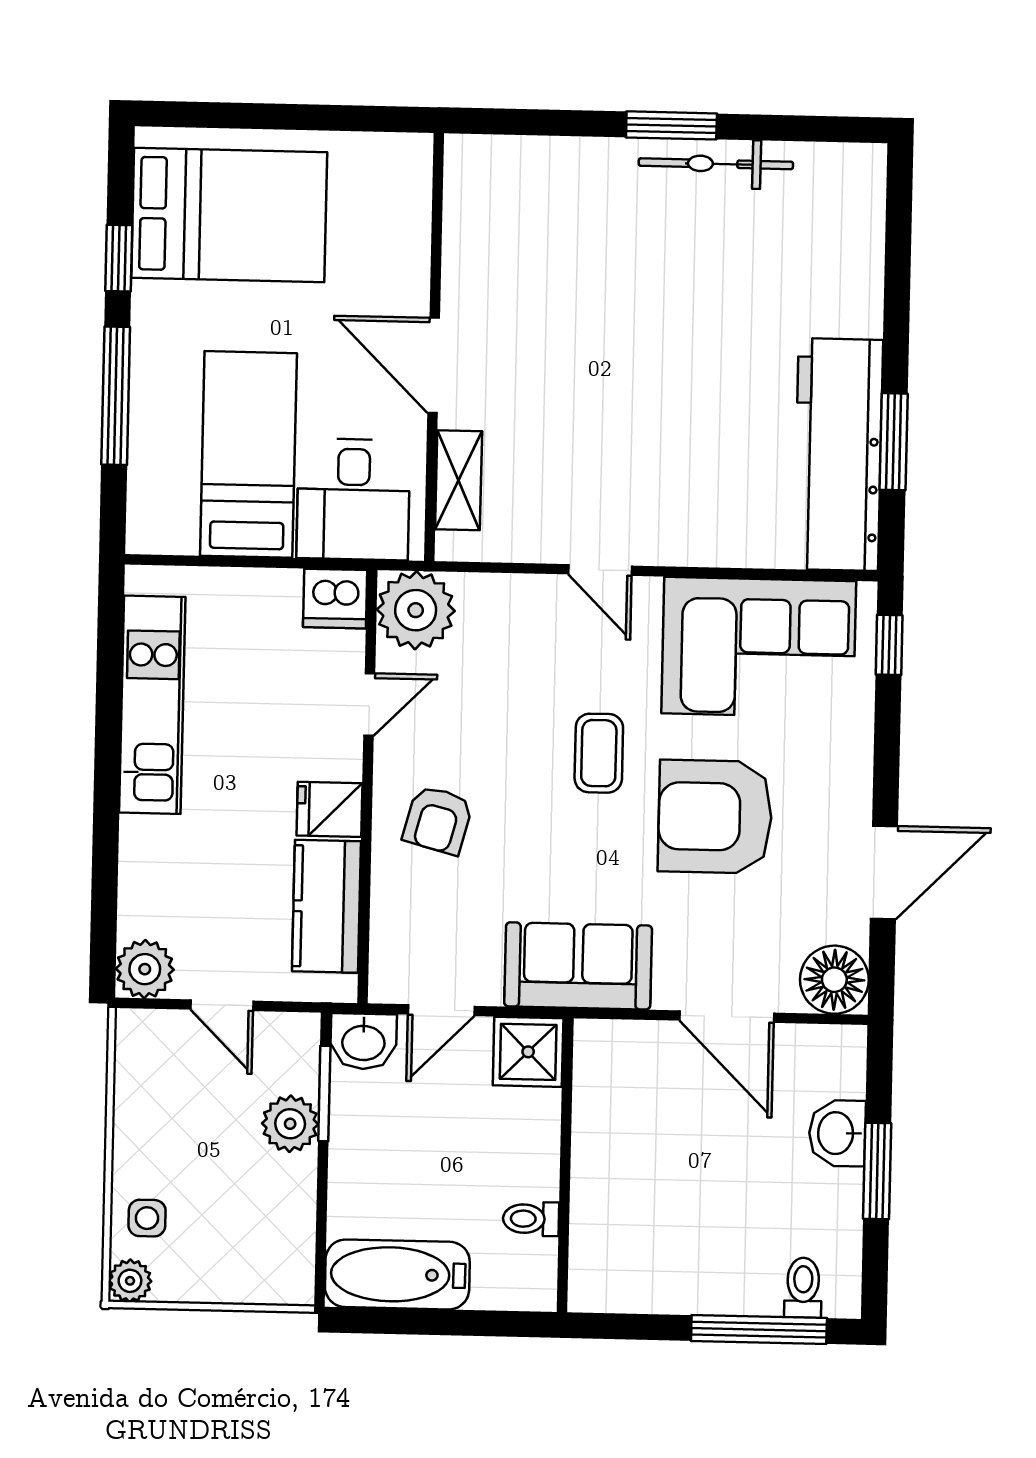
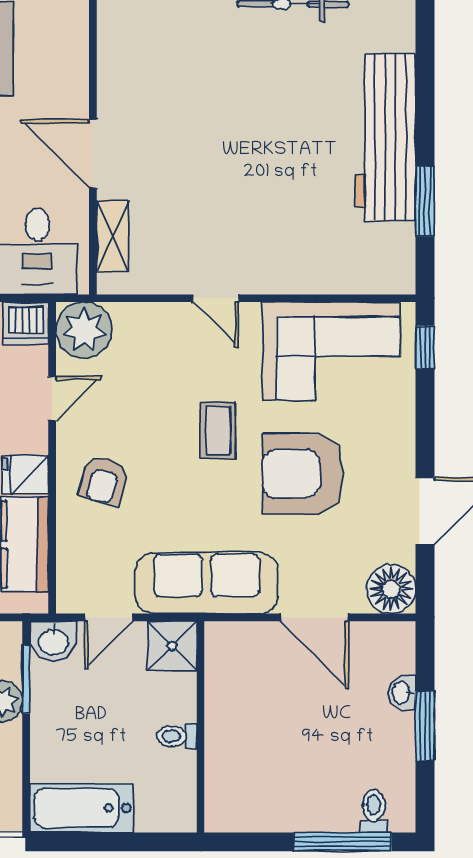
workbench: (838, 455) -> (385, 137), moved
sofa: (578, 966) -> (207, 583), width x1.36
washbasin: (837, 1133) -> (402, 693), width x0.72, depth x0.69
toilet: (531, 1219) -> (177, 736), moved

